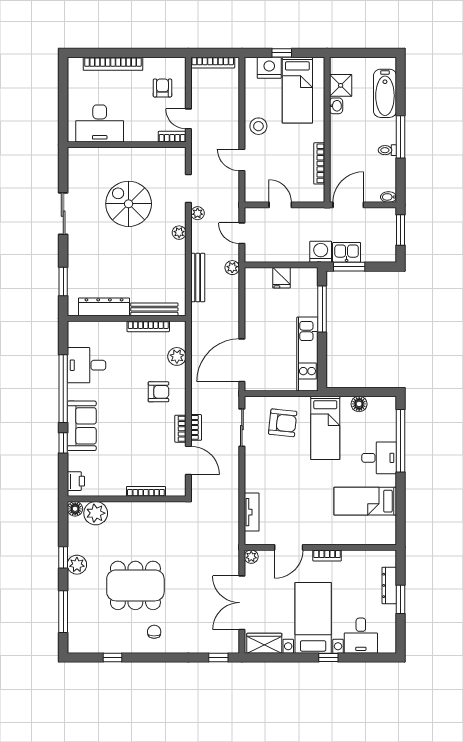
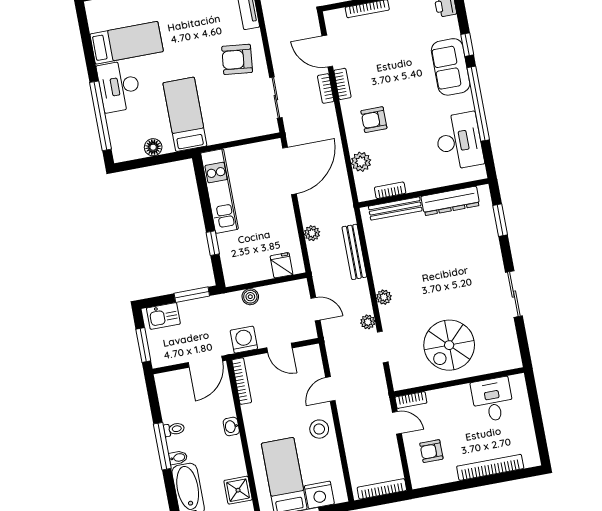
armchair: (162, 88) -> (431, 451), turned 90
washbasin: (336, 106) -> (231, 426), moved
desk: (100, 124) -> (493, 400), width x0.73
door: (242, 160) -> (330, 389), swing flipped
bookcase: (319, 163) -> (242, 381), moved
bidet: (389, 197) -> (178, 458), moved
spiral stairs: (129, 204) -> (449, 345), moved, turned 90
washing machine: (321, 252) -> (244, 340), moved, turned 180
kitchen sink: (347, 252) -> (163, 316), moved
boiler: (298, 255) -> (250, 297), added
plant: (232, 268) -> (312, 233), moved
fridge: (281, 278) -> (281, 265), moved
window: (322, 309) -> (213, 243), width x0.46
bookcase: (148, 326) -> (390, 190), width x0.64
desk: (86, 365) -> (459, 141), width x1.37
armchair: (283, 423) -> (237, 59), moved
desk: (379, 458) -> (119, 86), width x1.37

